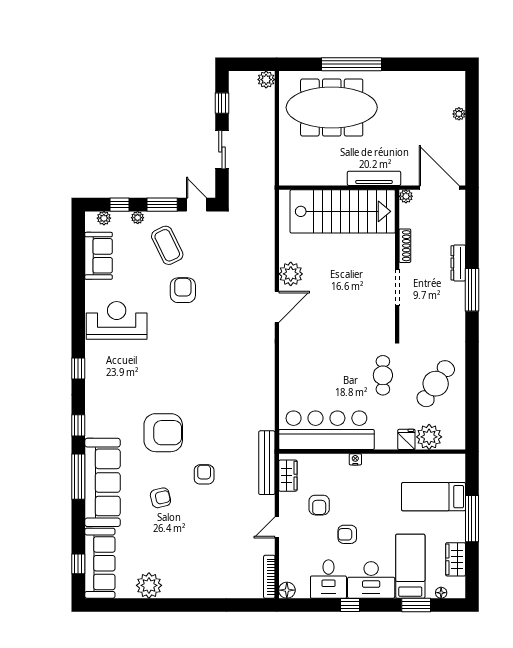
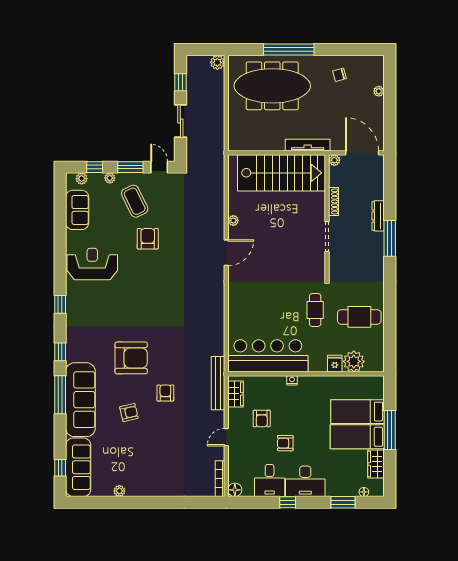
chair: (412, 94) -> (340, 75), added
plant: (291, 274) -> (233, 220), width x0.53, depth x0.53
cafe table: (436, 384) -> (359, 317), turned 56
bed: (410, 566) -> (357, 437), moved, turned -90
plant: (149, 585) -> (119, 491), width x0.53, depth x0.53

